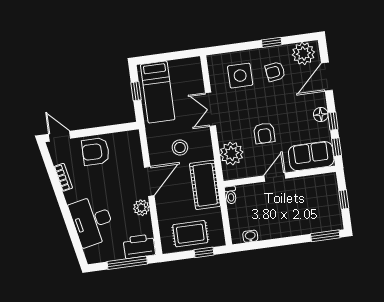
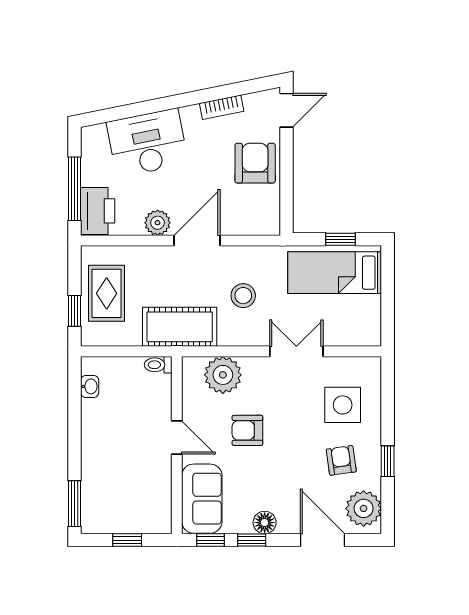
door: (149, 181) -> (197, 240), swing flipped

